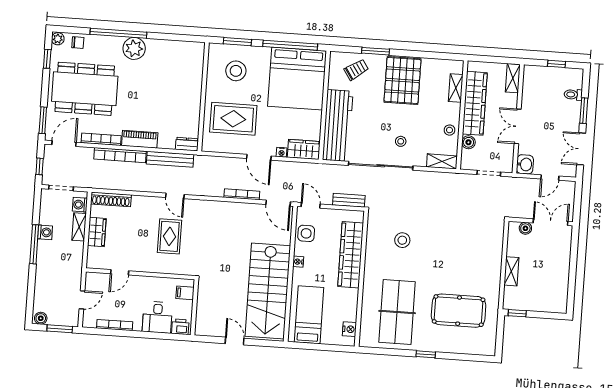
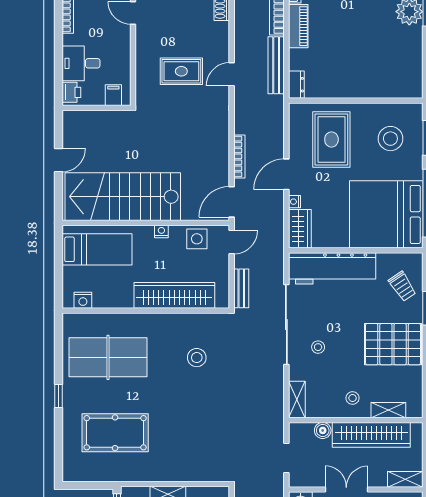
stool: (449, 130) -> (353, 398), moved
pool table: (459, 311) -> (115, 433), turned 90

